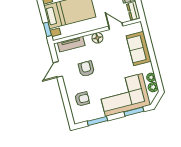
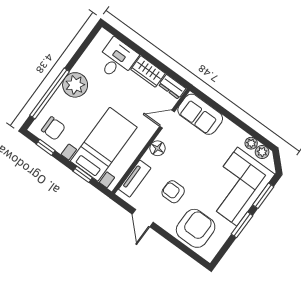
window: (47, 29) -> (83, 174), moved
sofa: (139, 49) -> (200, 114), moved
armchair: (82, 99) -> (196, 228), width x1.88, depth x1.88
window: (97, 121) -> (242, 225), moved

